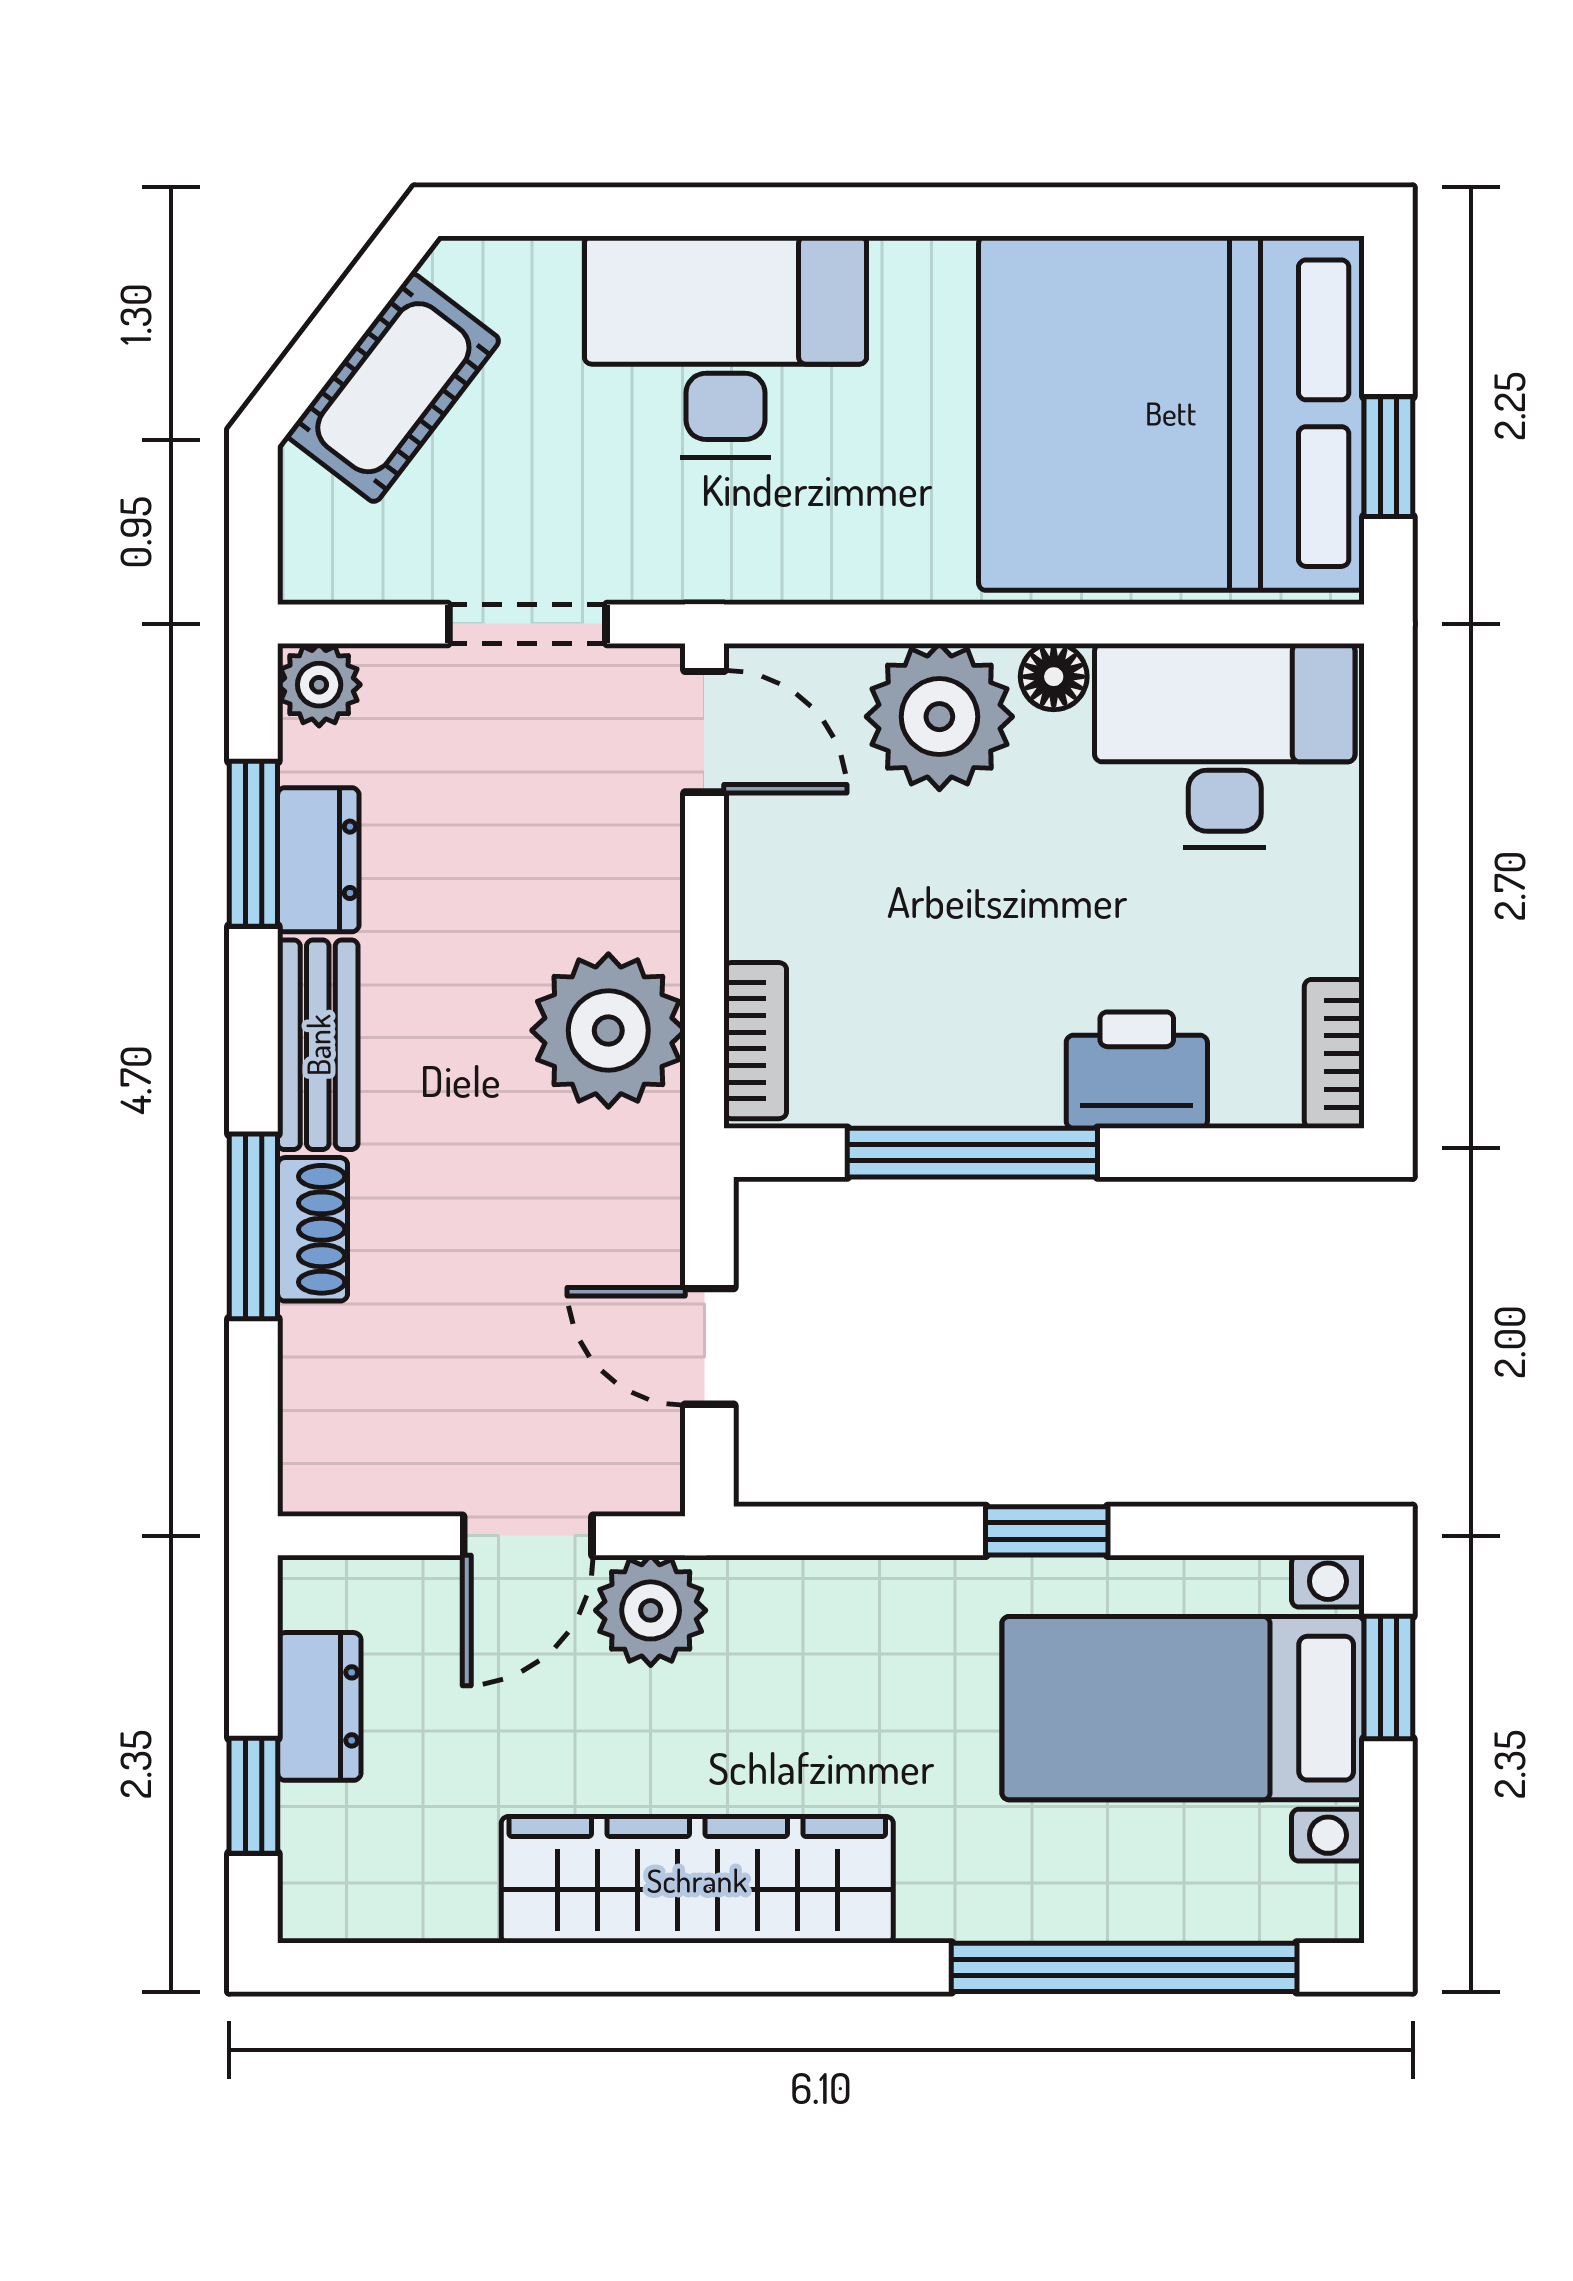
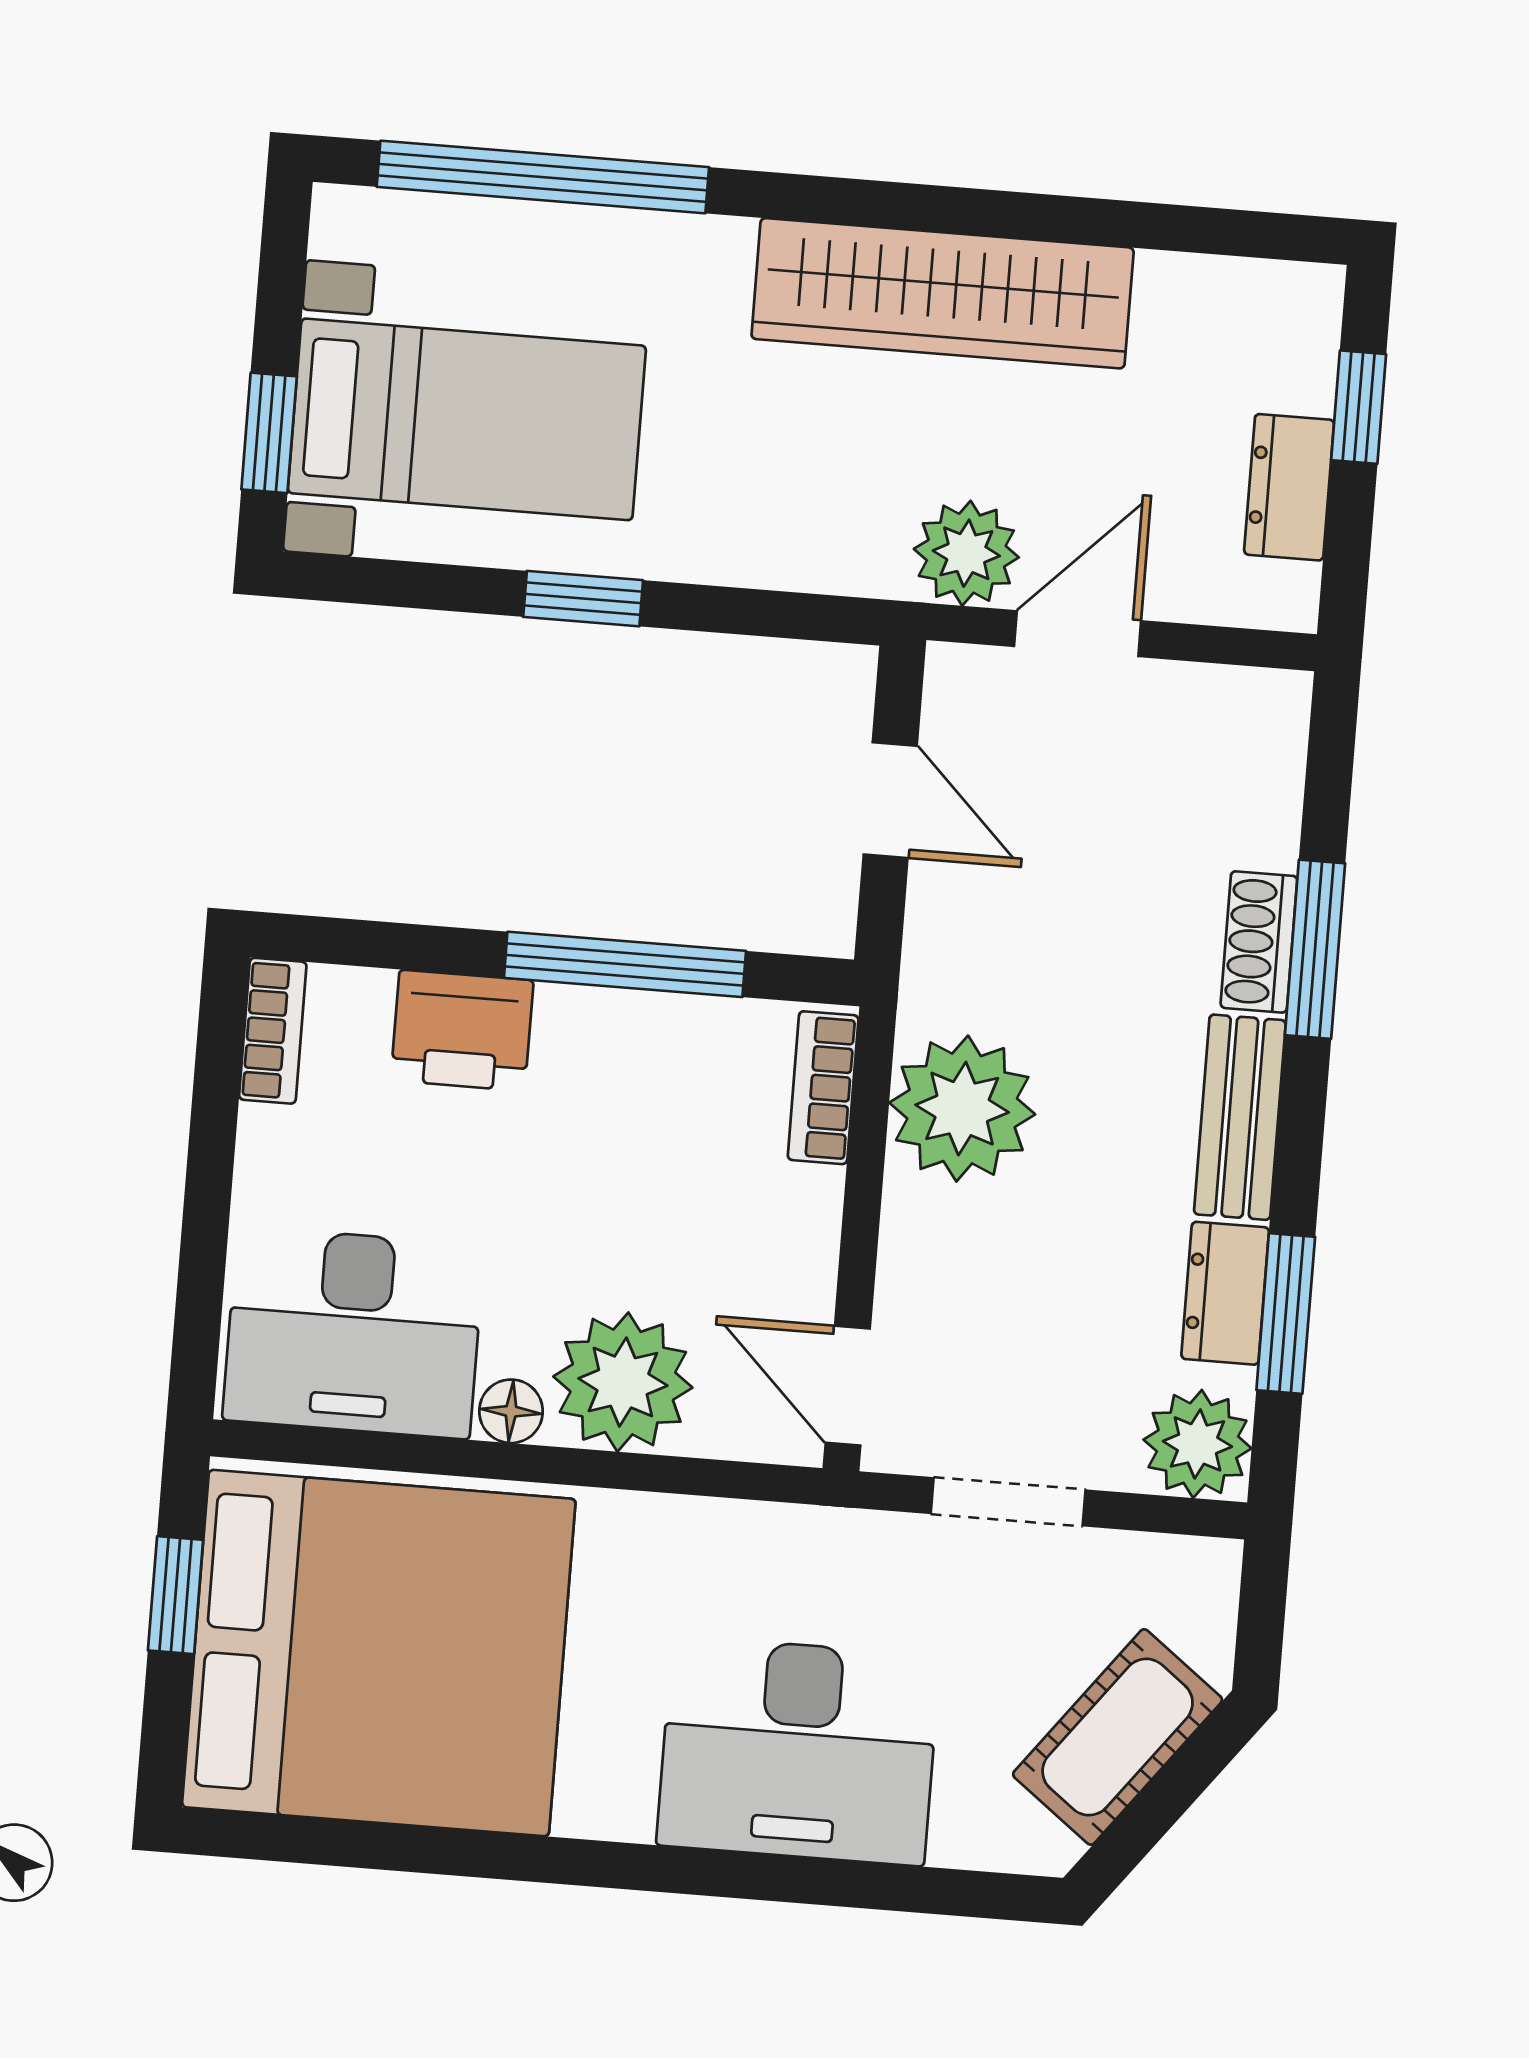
plant: (319, 685) -> (1197, 1444), width x1.38, depth x1.38

